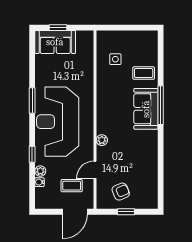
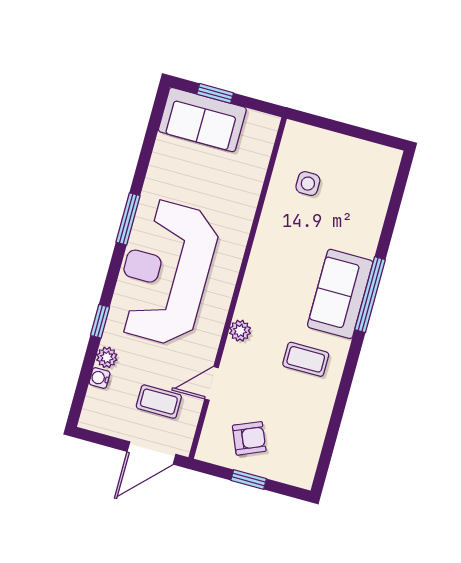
coffee table: (144, 73) -> (306, 359), moved

